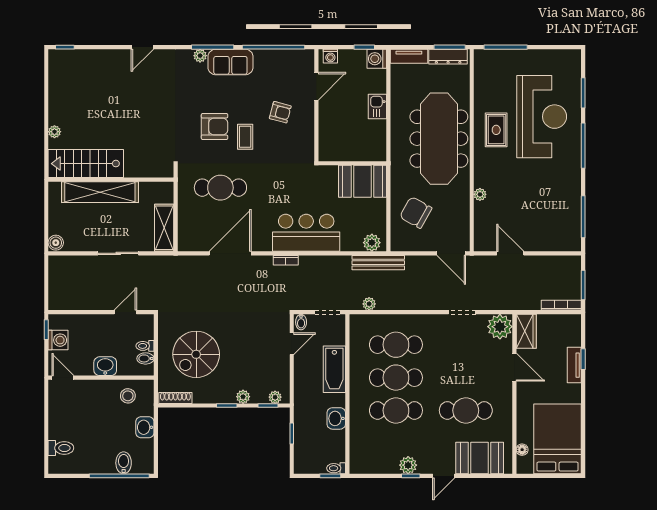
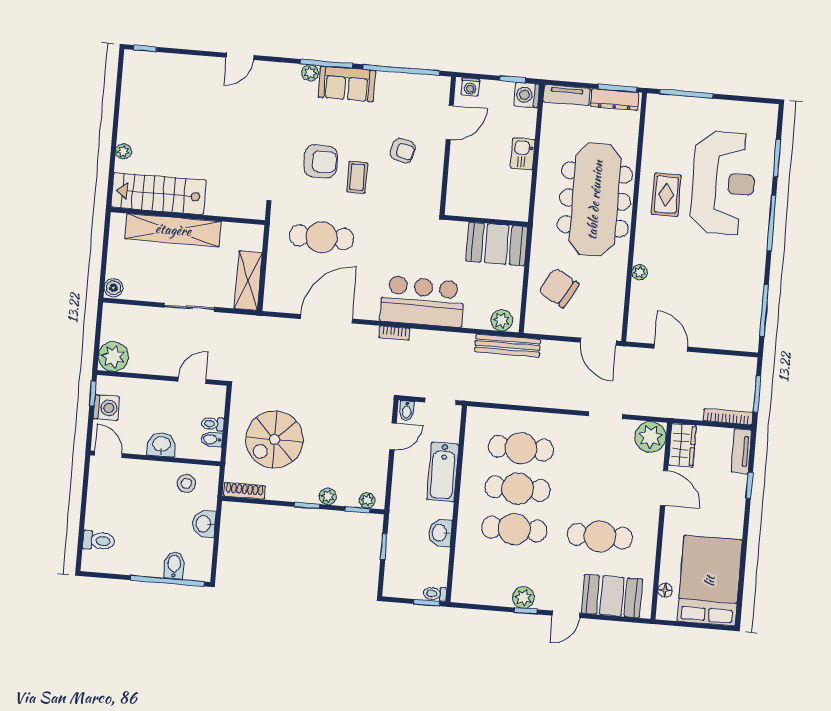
plant: (369, 304) -> (113, 356), moved, width x1.88, depth x1.88
tv unit: (574, 365) -> (741, 451), moved

